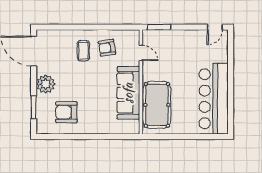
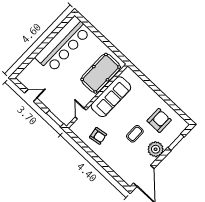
door: (215, 27) -> (31, 96), moved
coffee table: (83, 51) -> (135, 134), moved
armchair: (66, 112) -> (159, 120), turned -90

